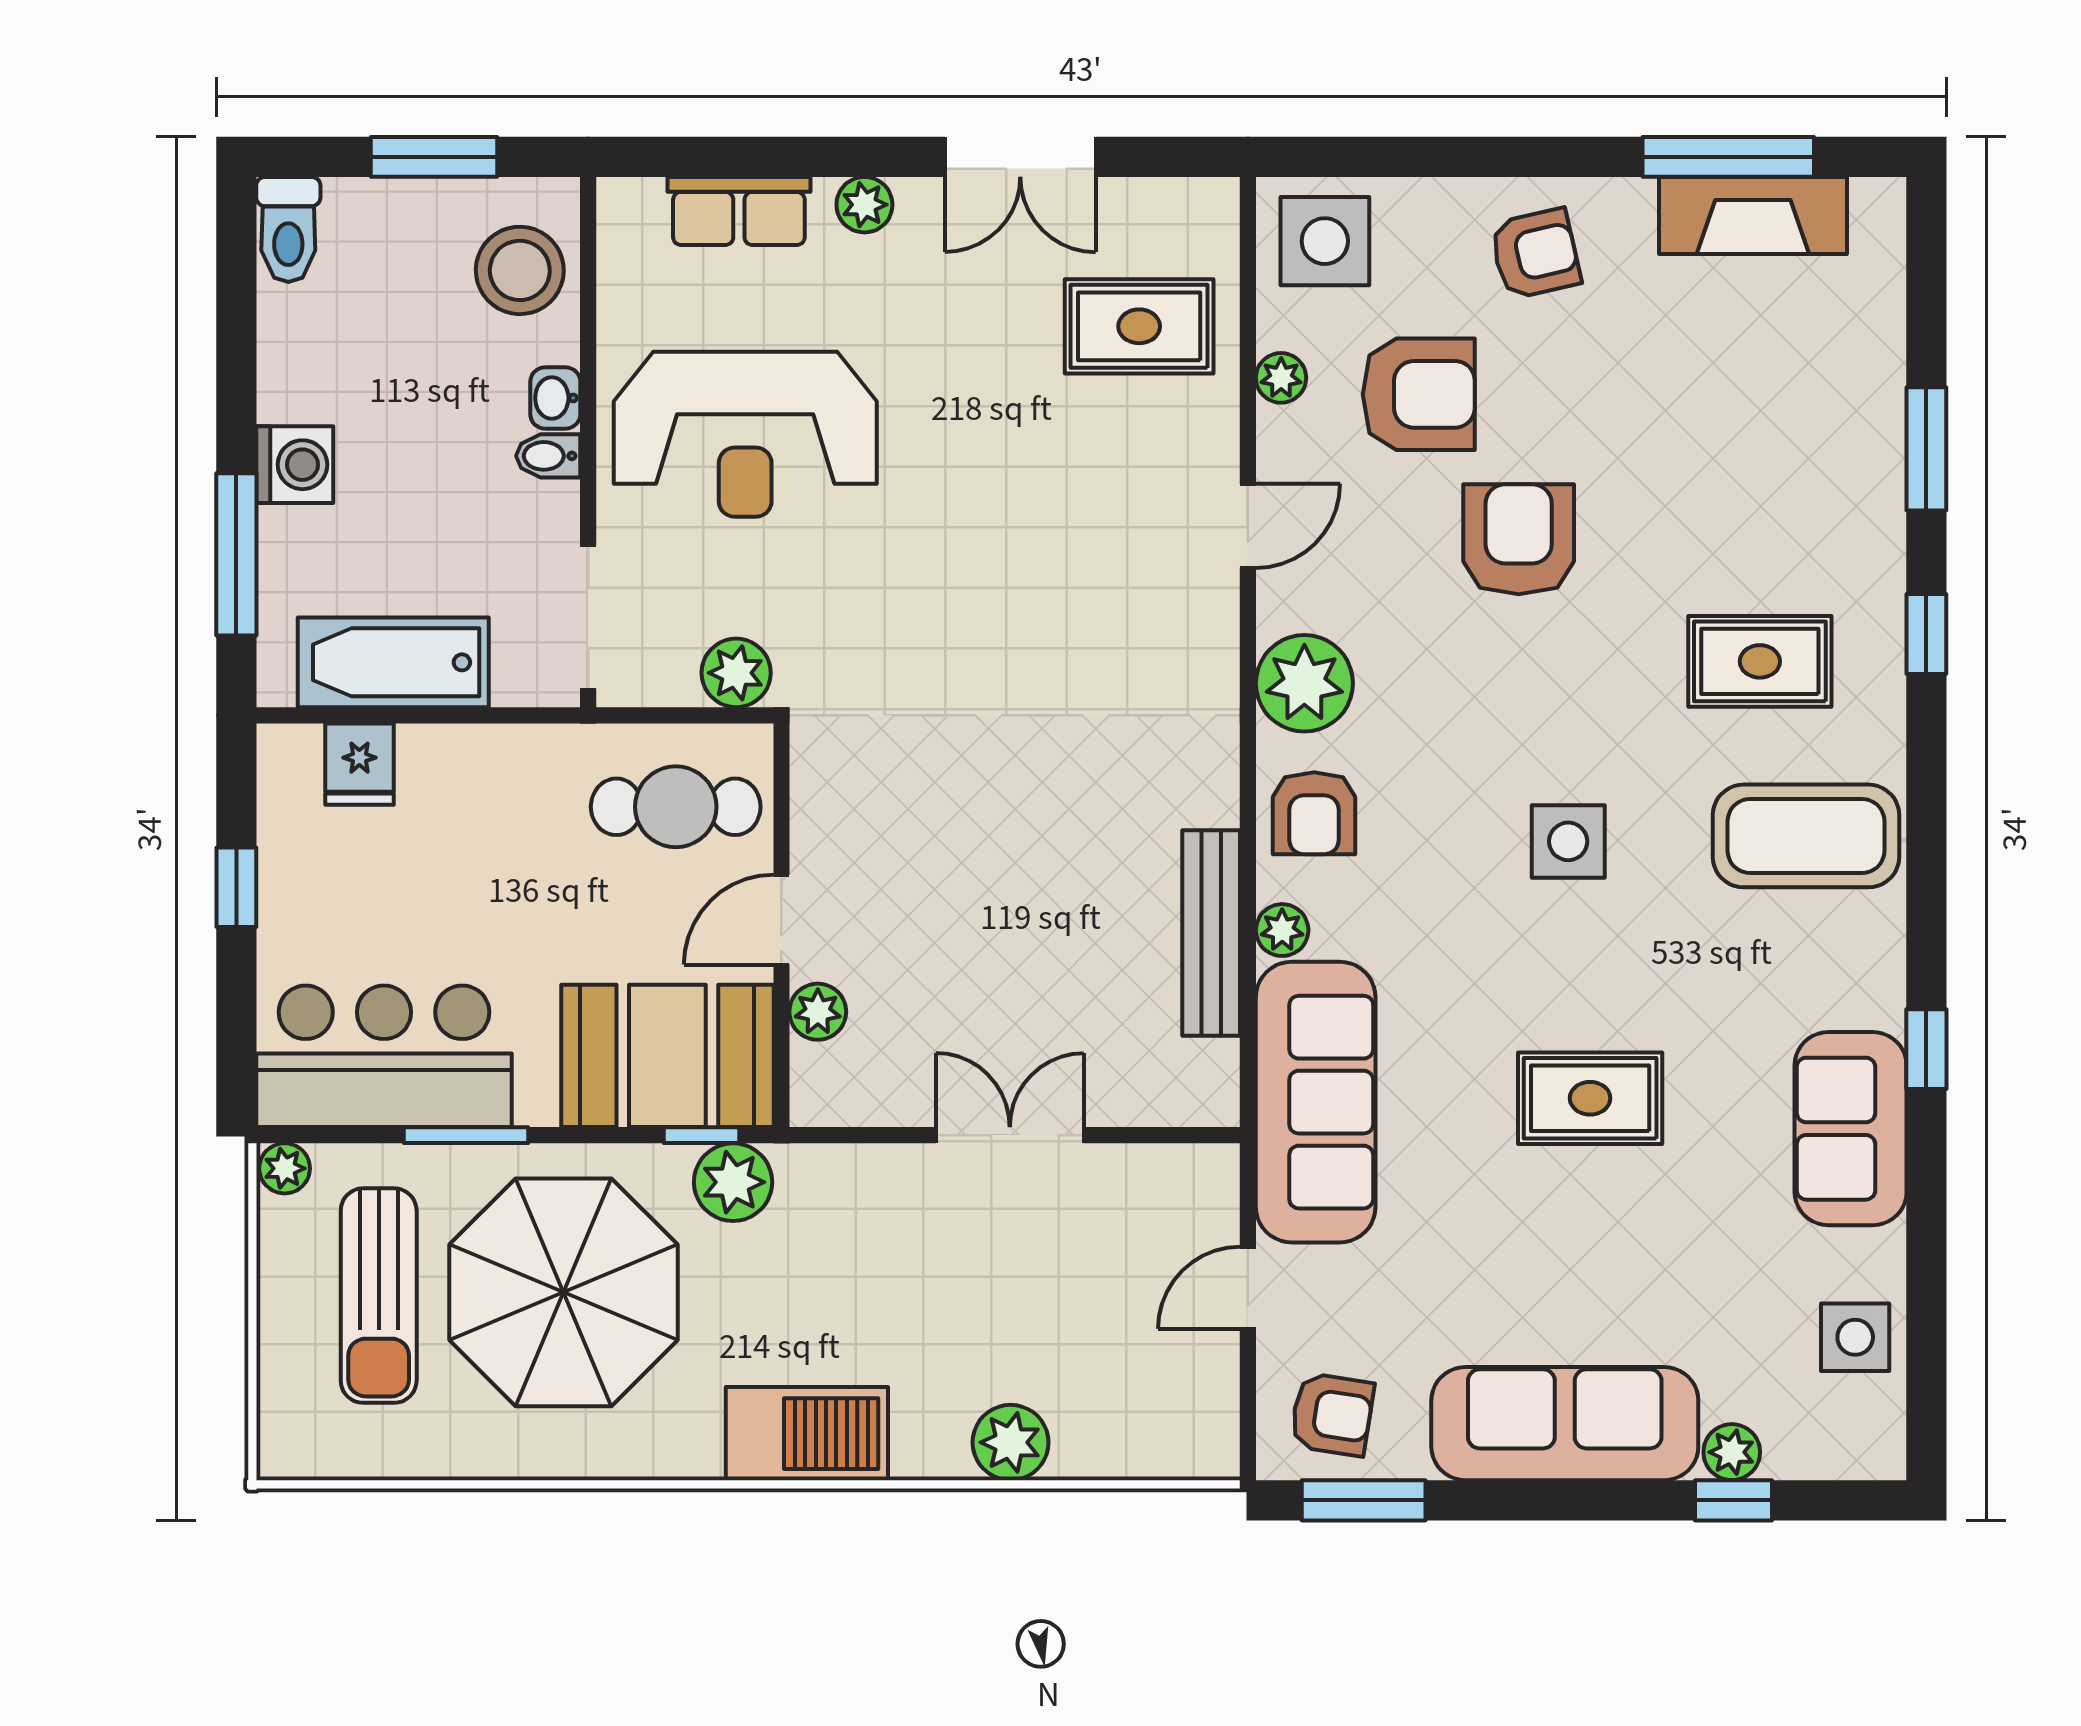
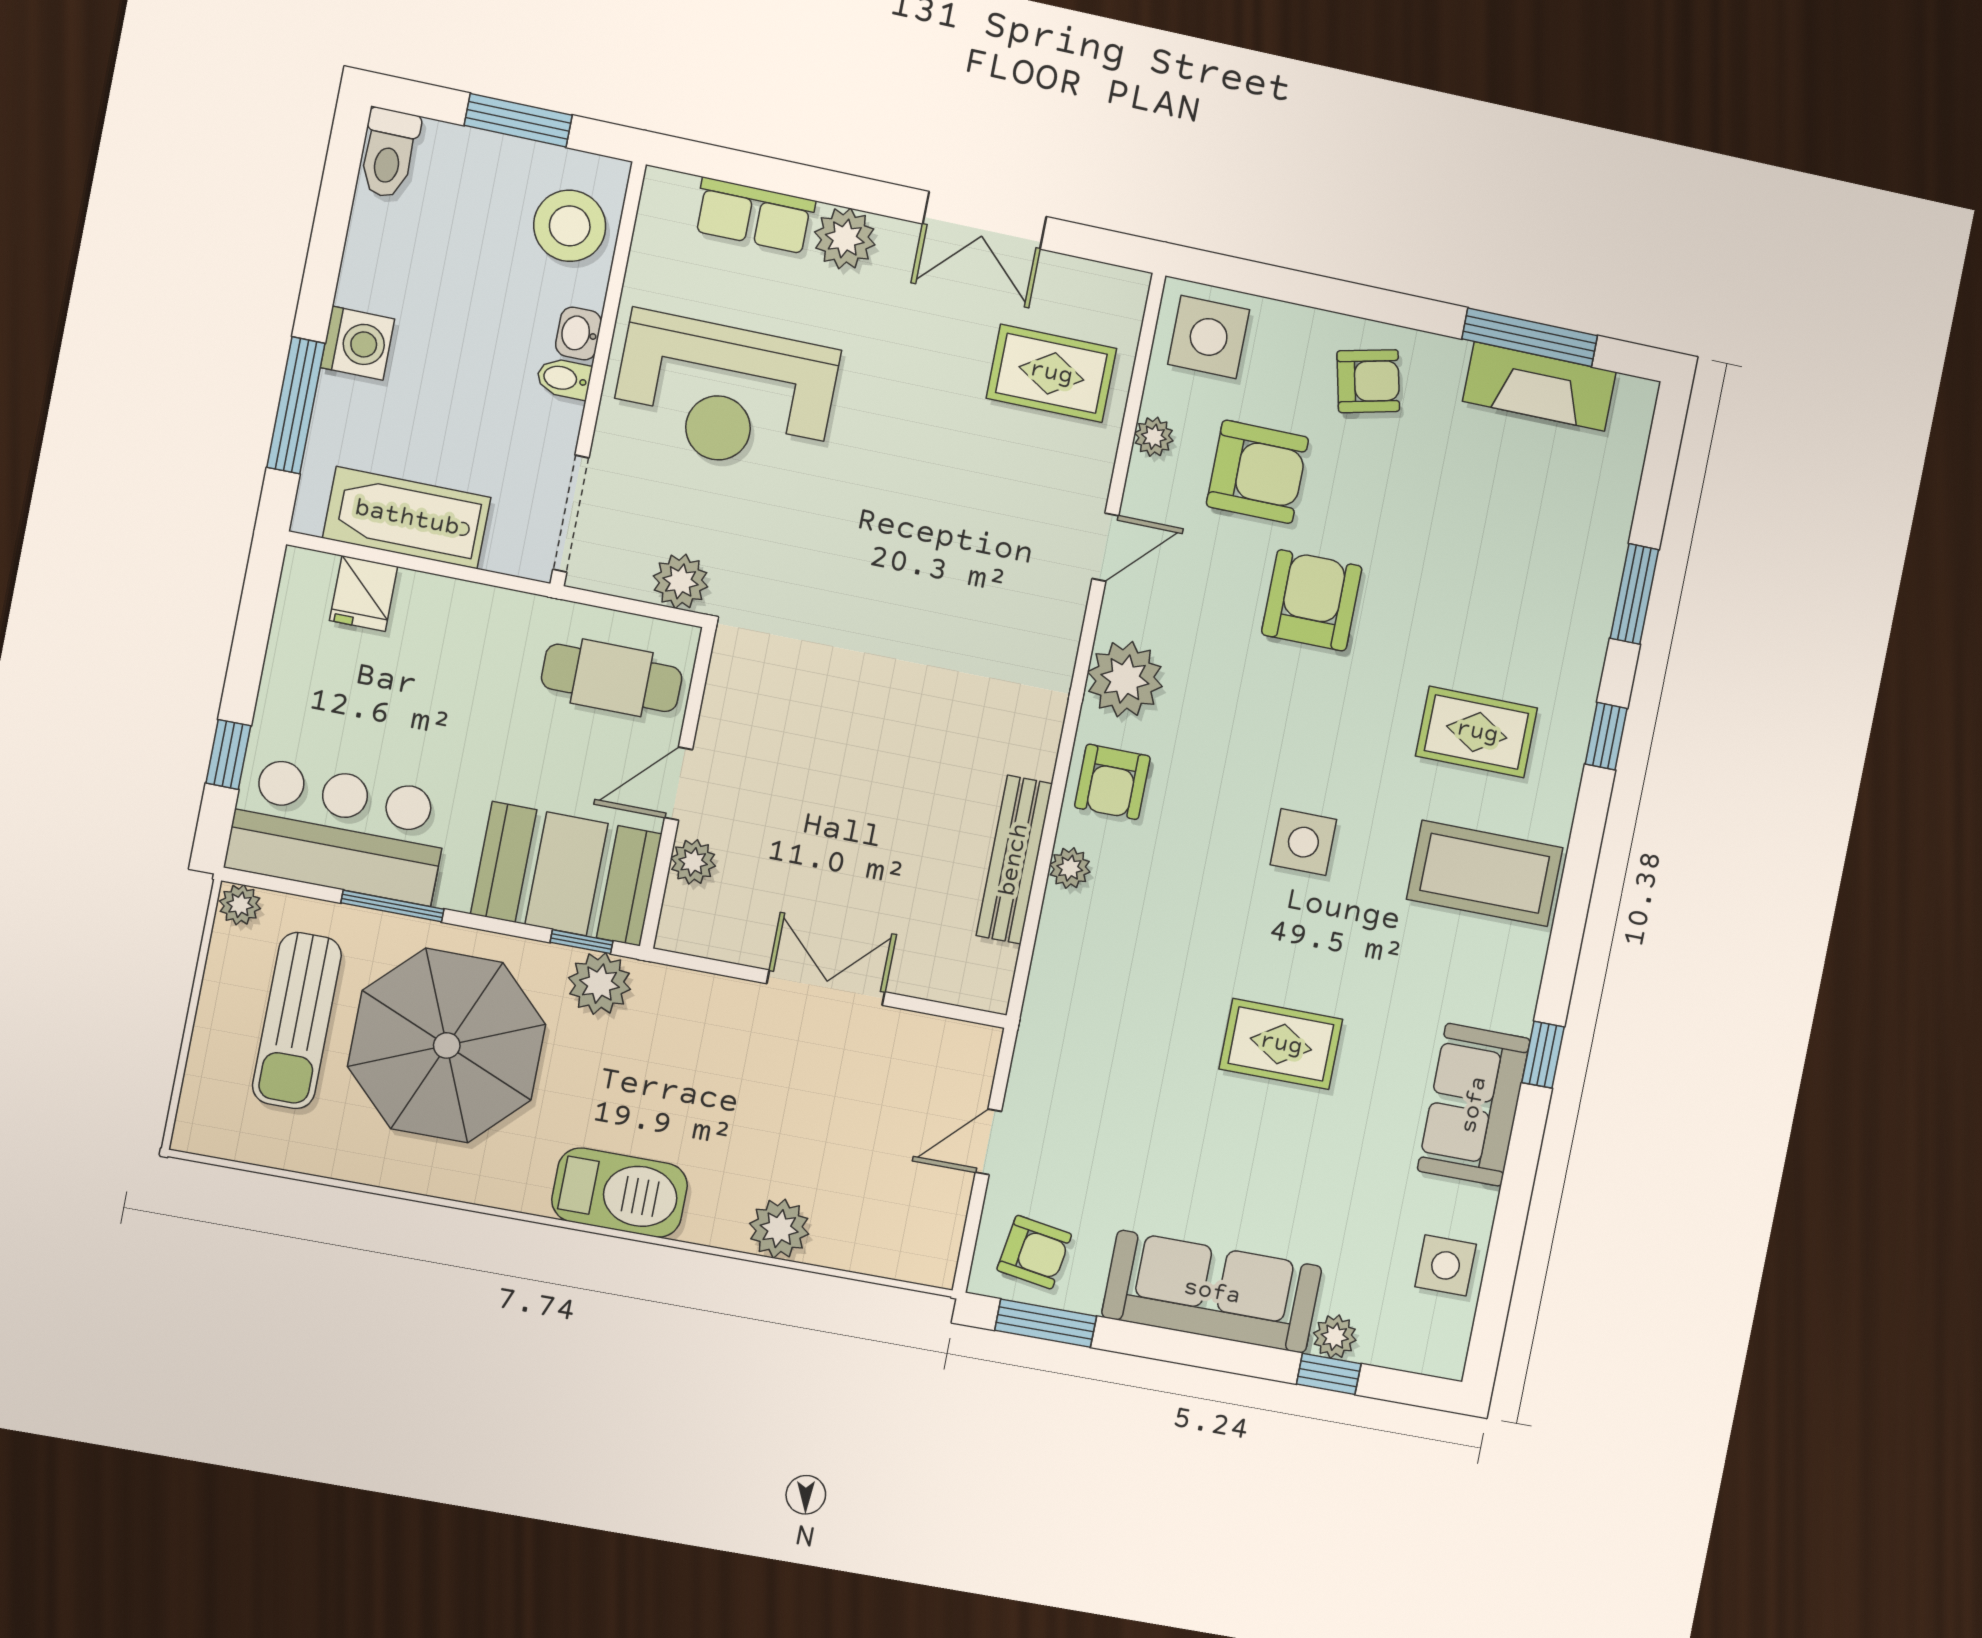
plant: (864, 205) -> (845, 238), width x1.38, depth x1.38
window: (236, 887) -> (228, 754), moved
sofa: (1316, 1102) -> (1069, 1007), removed

